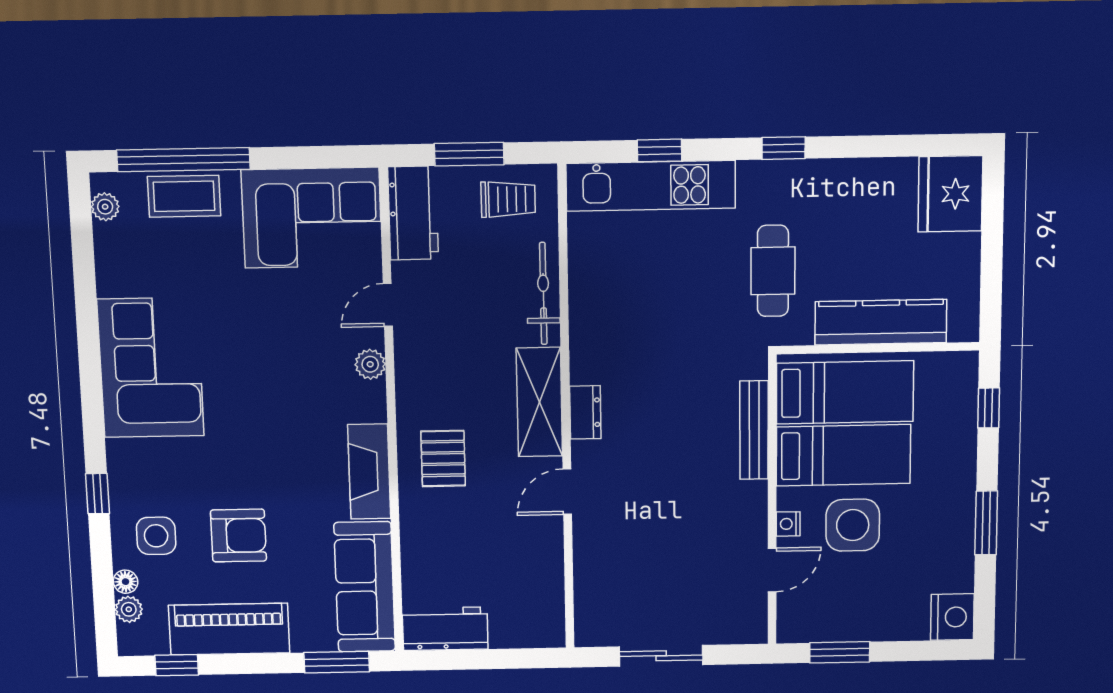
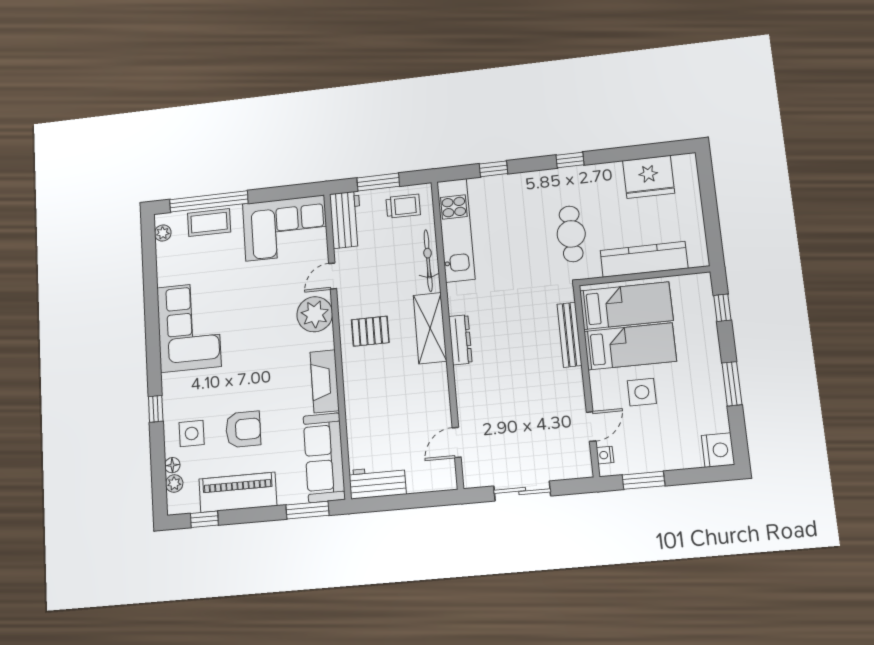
kitchen unit: (651, 186) -> (456, 230), moved, turned -90
fridge: (950, 194) -> (649, 177), moved, turned -90
plant: (370, 364) -> (315, 314), width x1.88, depth x1.88
dresser: (585, 412) -> (460, 340), width x1.44
pallet: (443, 458) -> (370, 331), moved, turned 90
door: (567, 492) -> (457, 442), moved
nightstand: (788, 524) -> (605, 455), moved
side table: (853, 525) -> (642, 392), width x0.73, depth x0.73

